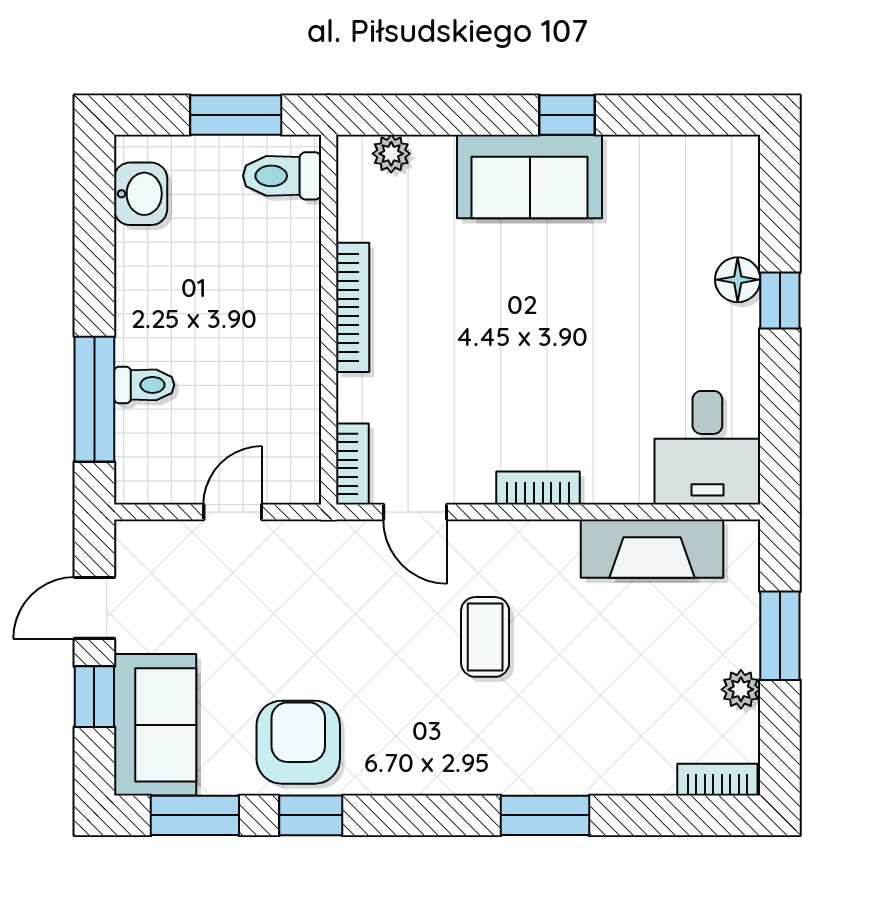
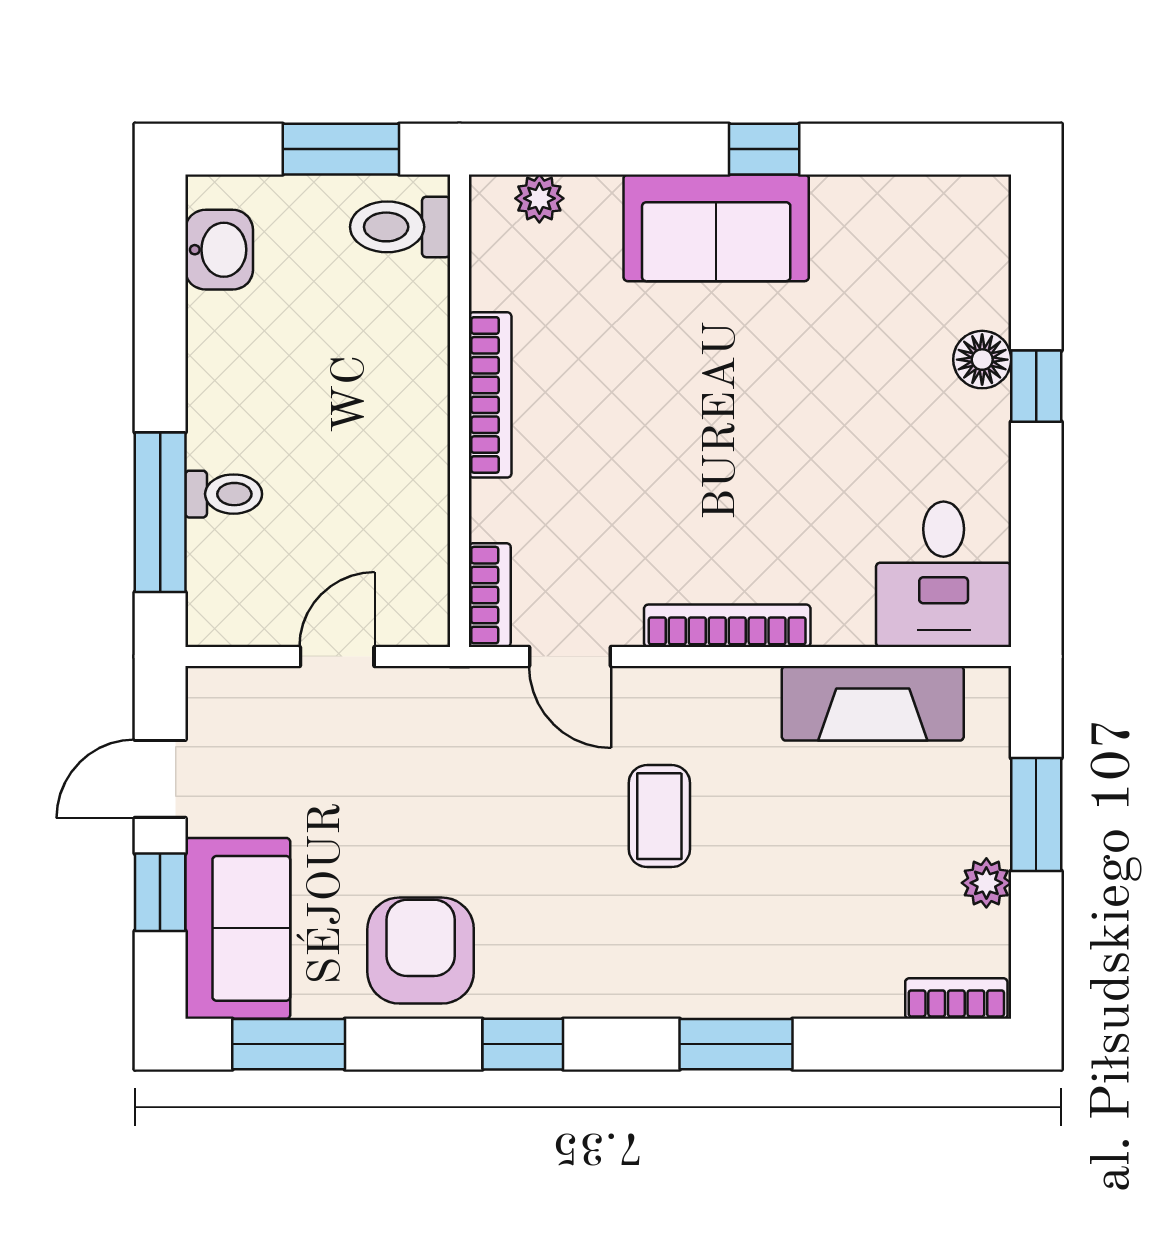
bookcase: (538, 488) -> (727, 626), width x1.56
window: (311, 815) -> (523, 1044), moved

